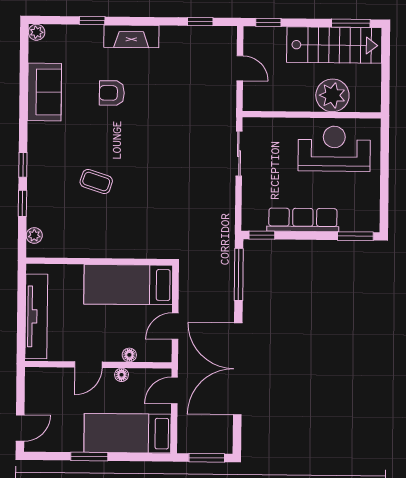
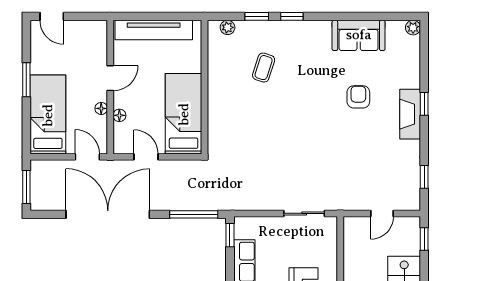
window: (92, 21) -> (424, 104), moved
coffee table: (96, 182) -> (264, 68), moved
door: (88, 365) -> (110, 78), swing flipped

